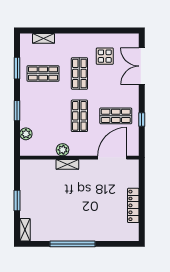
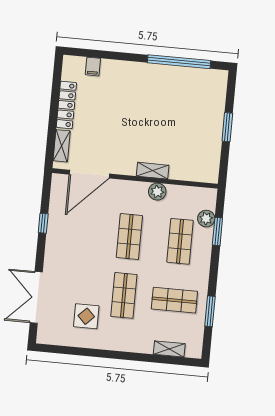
double door: (142, 66) -> (36, 297), swing flipped
window: (17, 111) -> (217, 232), moved
shop shelf: (116, 116) -> (180, 241), moved, turned 90
shelving: (25, 230) -> (62, 146), moved
filing cabinet: (117, 235) -> (93, 67), added
window: (72, 244) -> (179, 62), moved

